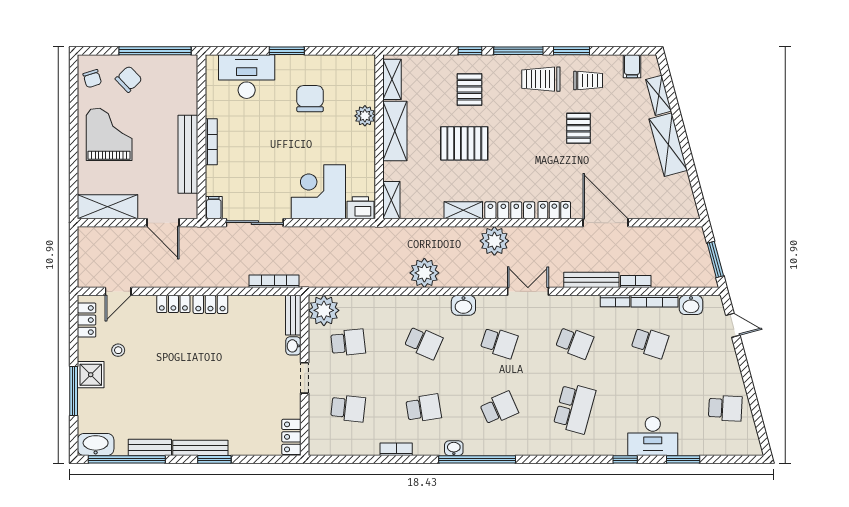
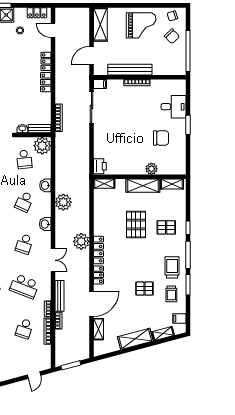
desk: (247, 77) -> (173, 107), width x0.73
corner desk: (318, 192) -> (109, 143), removed
shelving: (463, 210) -> (99, 329), moved
washbasin: (691, 305) -> (45, 185), moved
school desk: (574, 343) -> (24, 286), width x1.85

